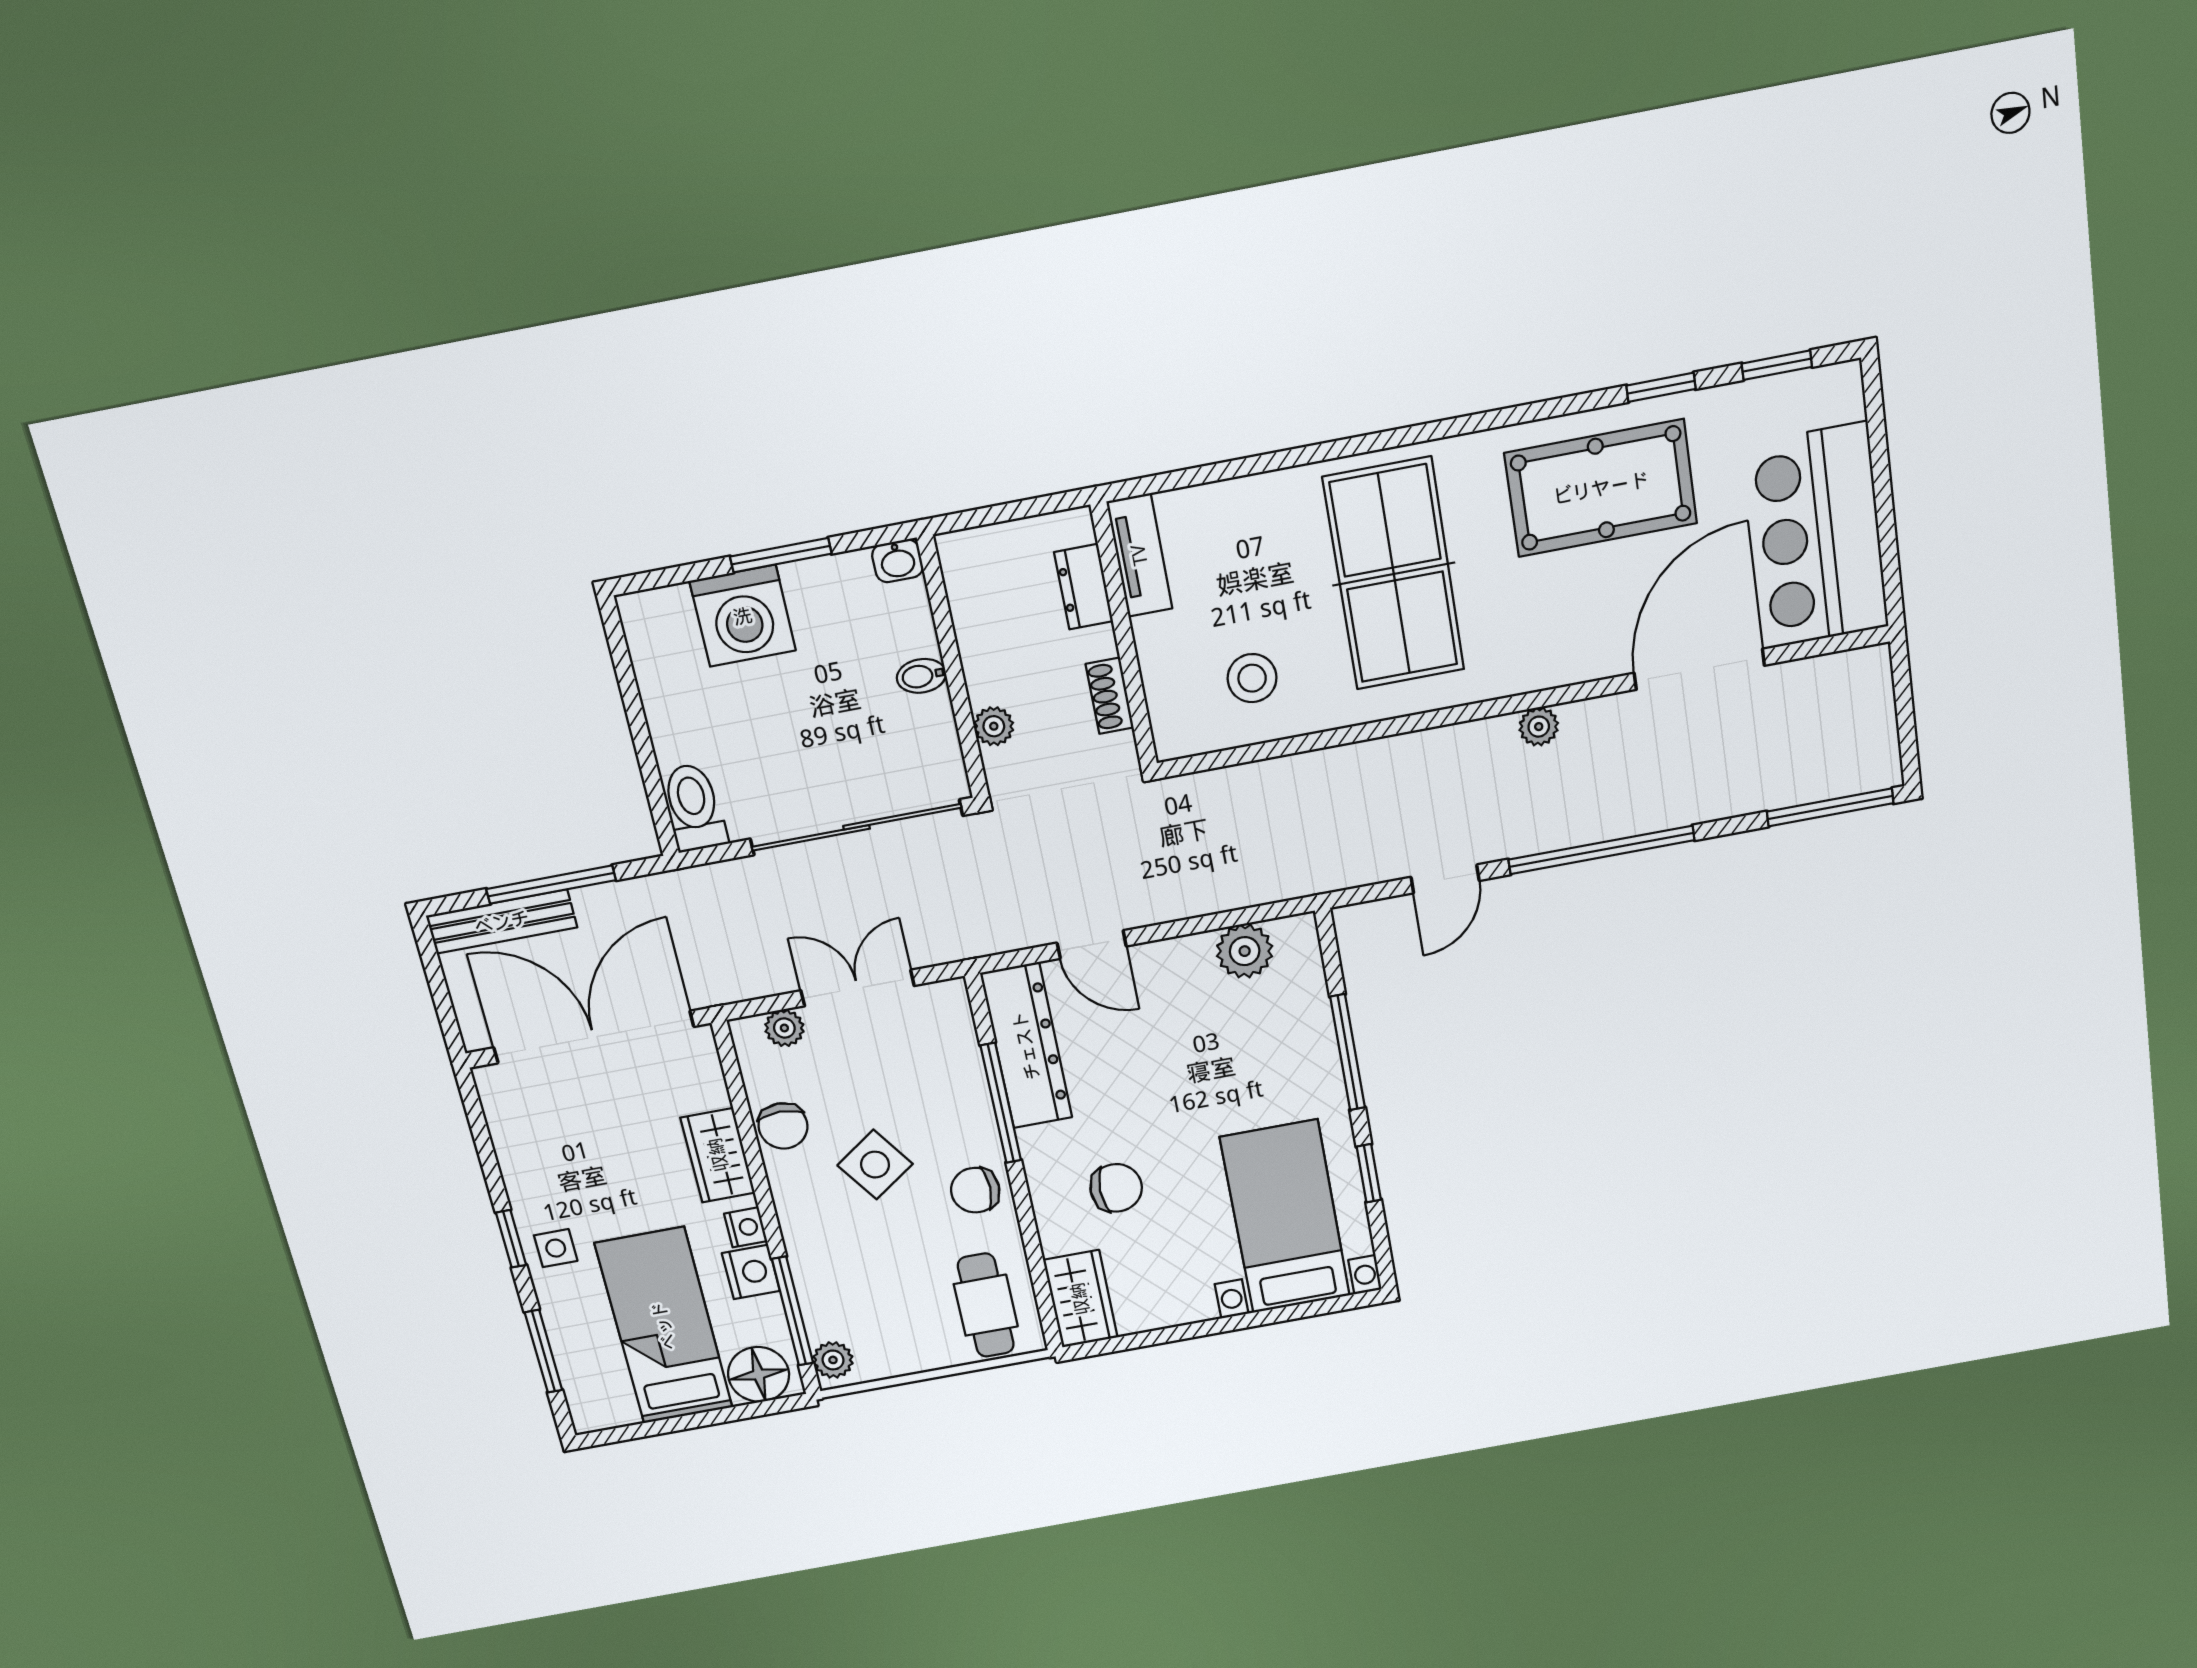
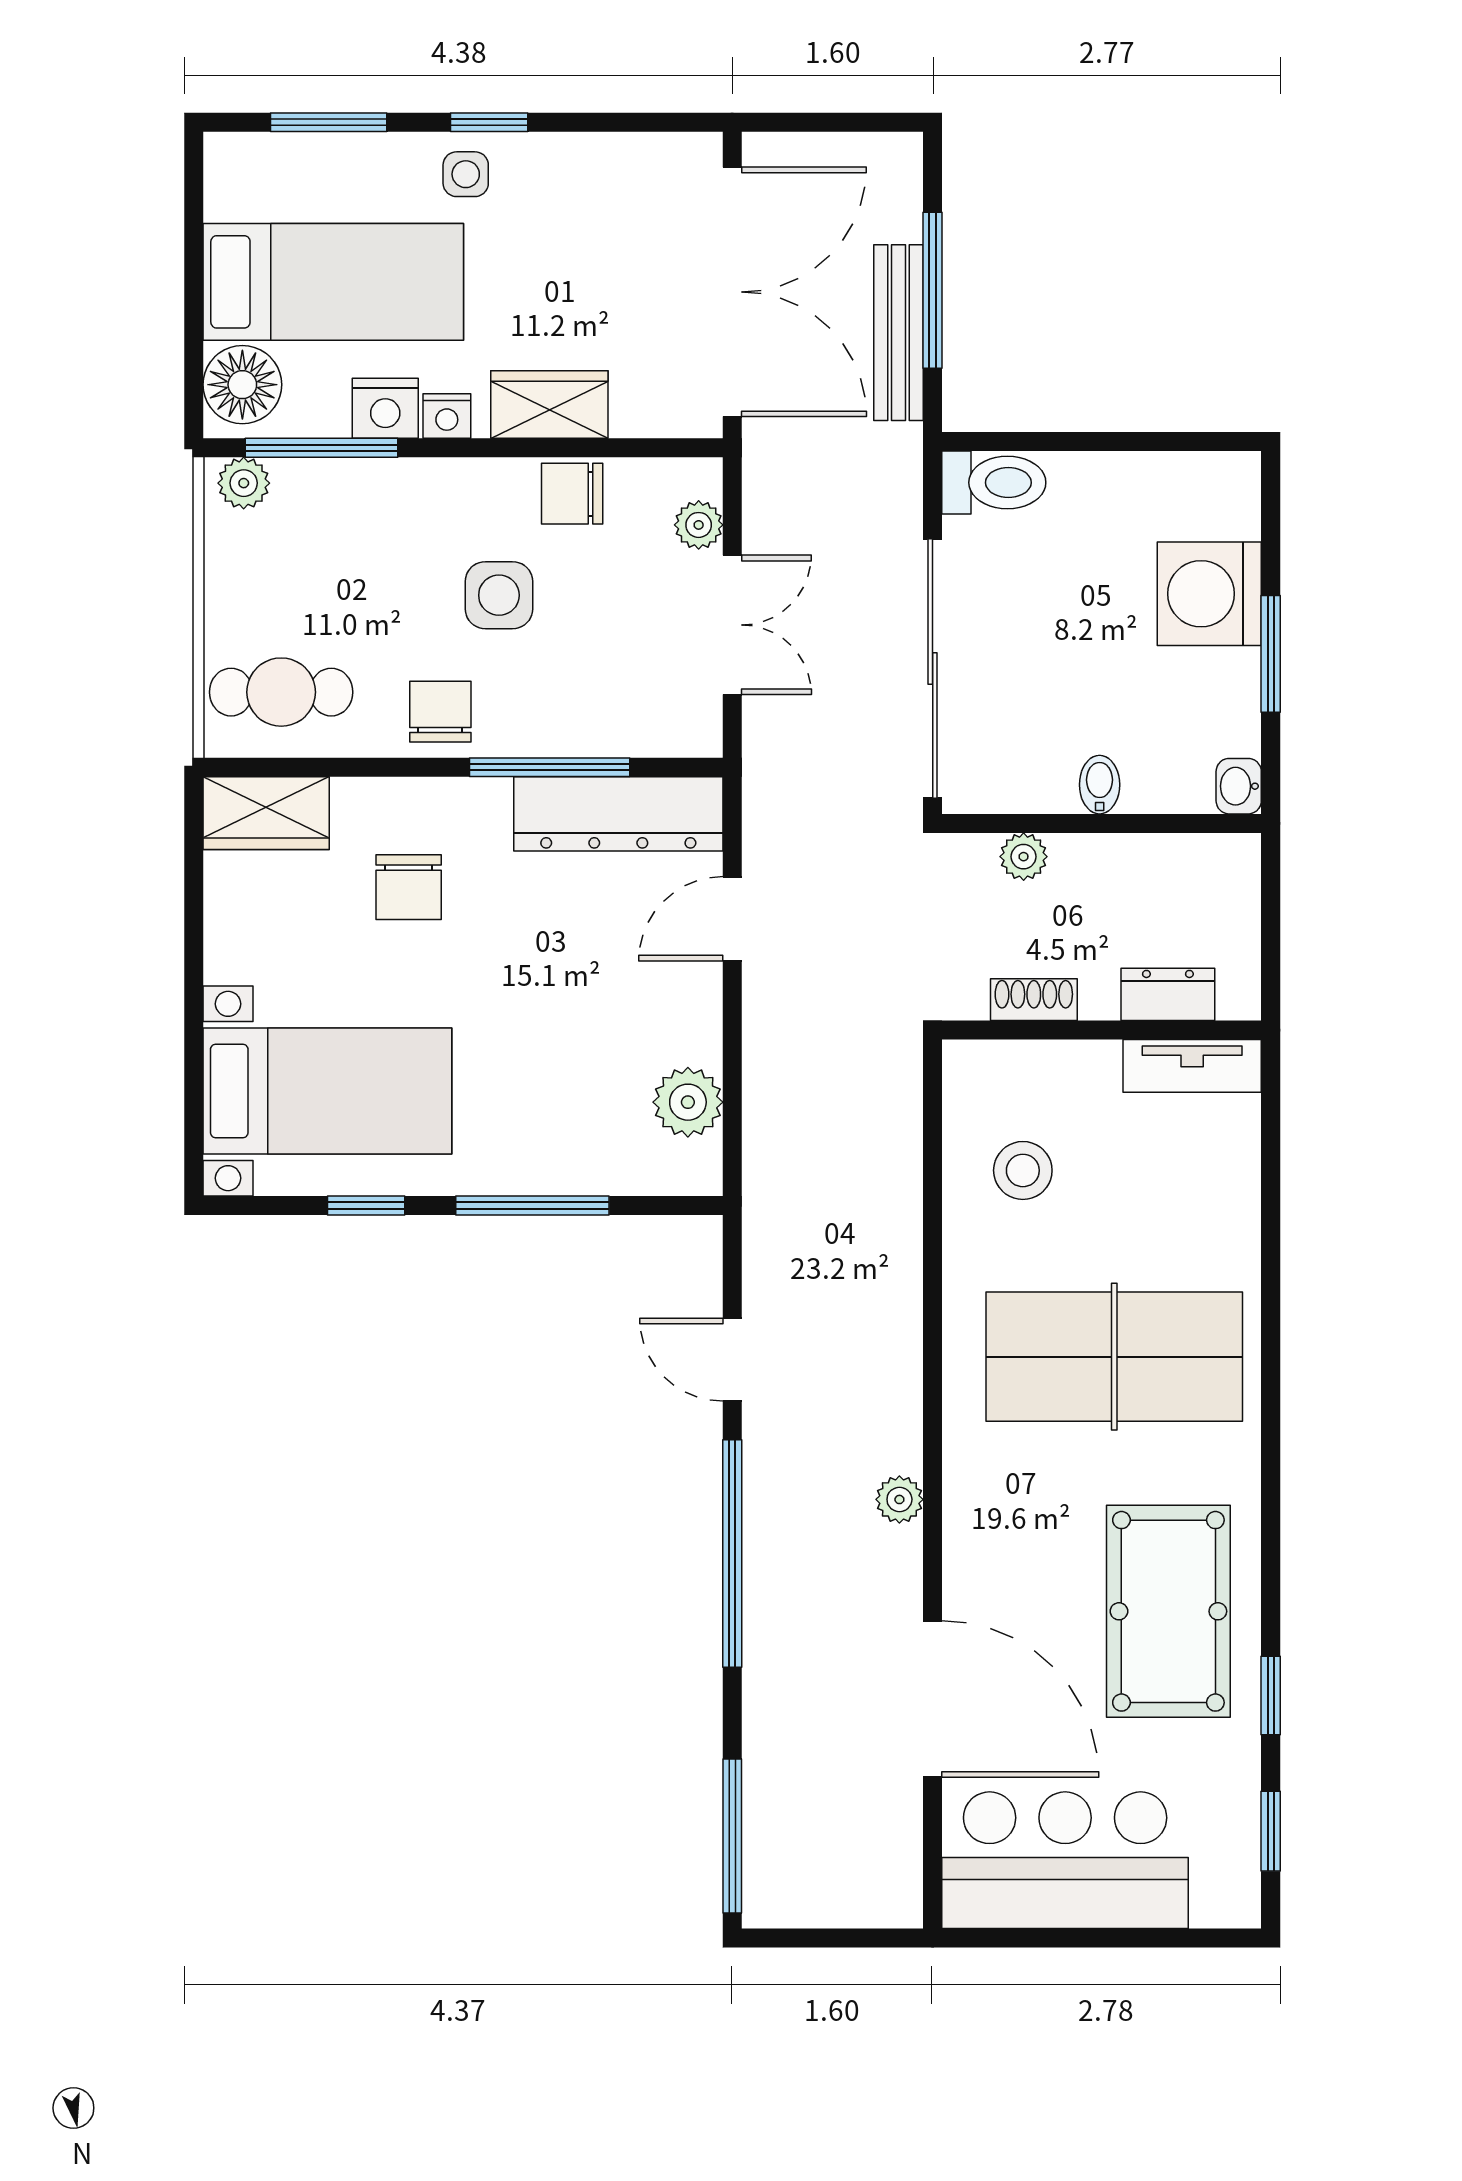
bench: (502, 922) -> (898, 333), moved
side table: (875, 1165) -> (499, 595), turned 35

